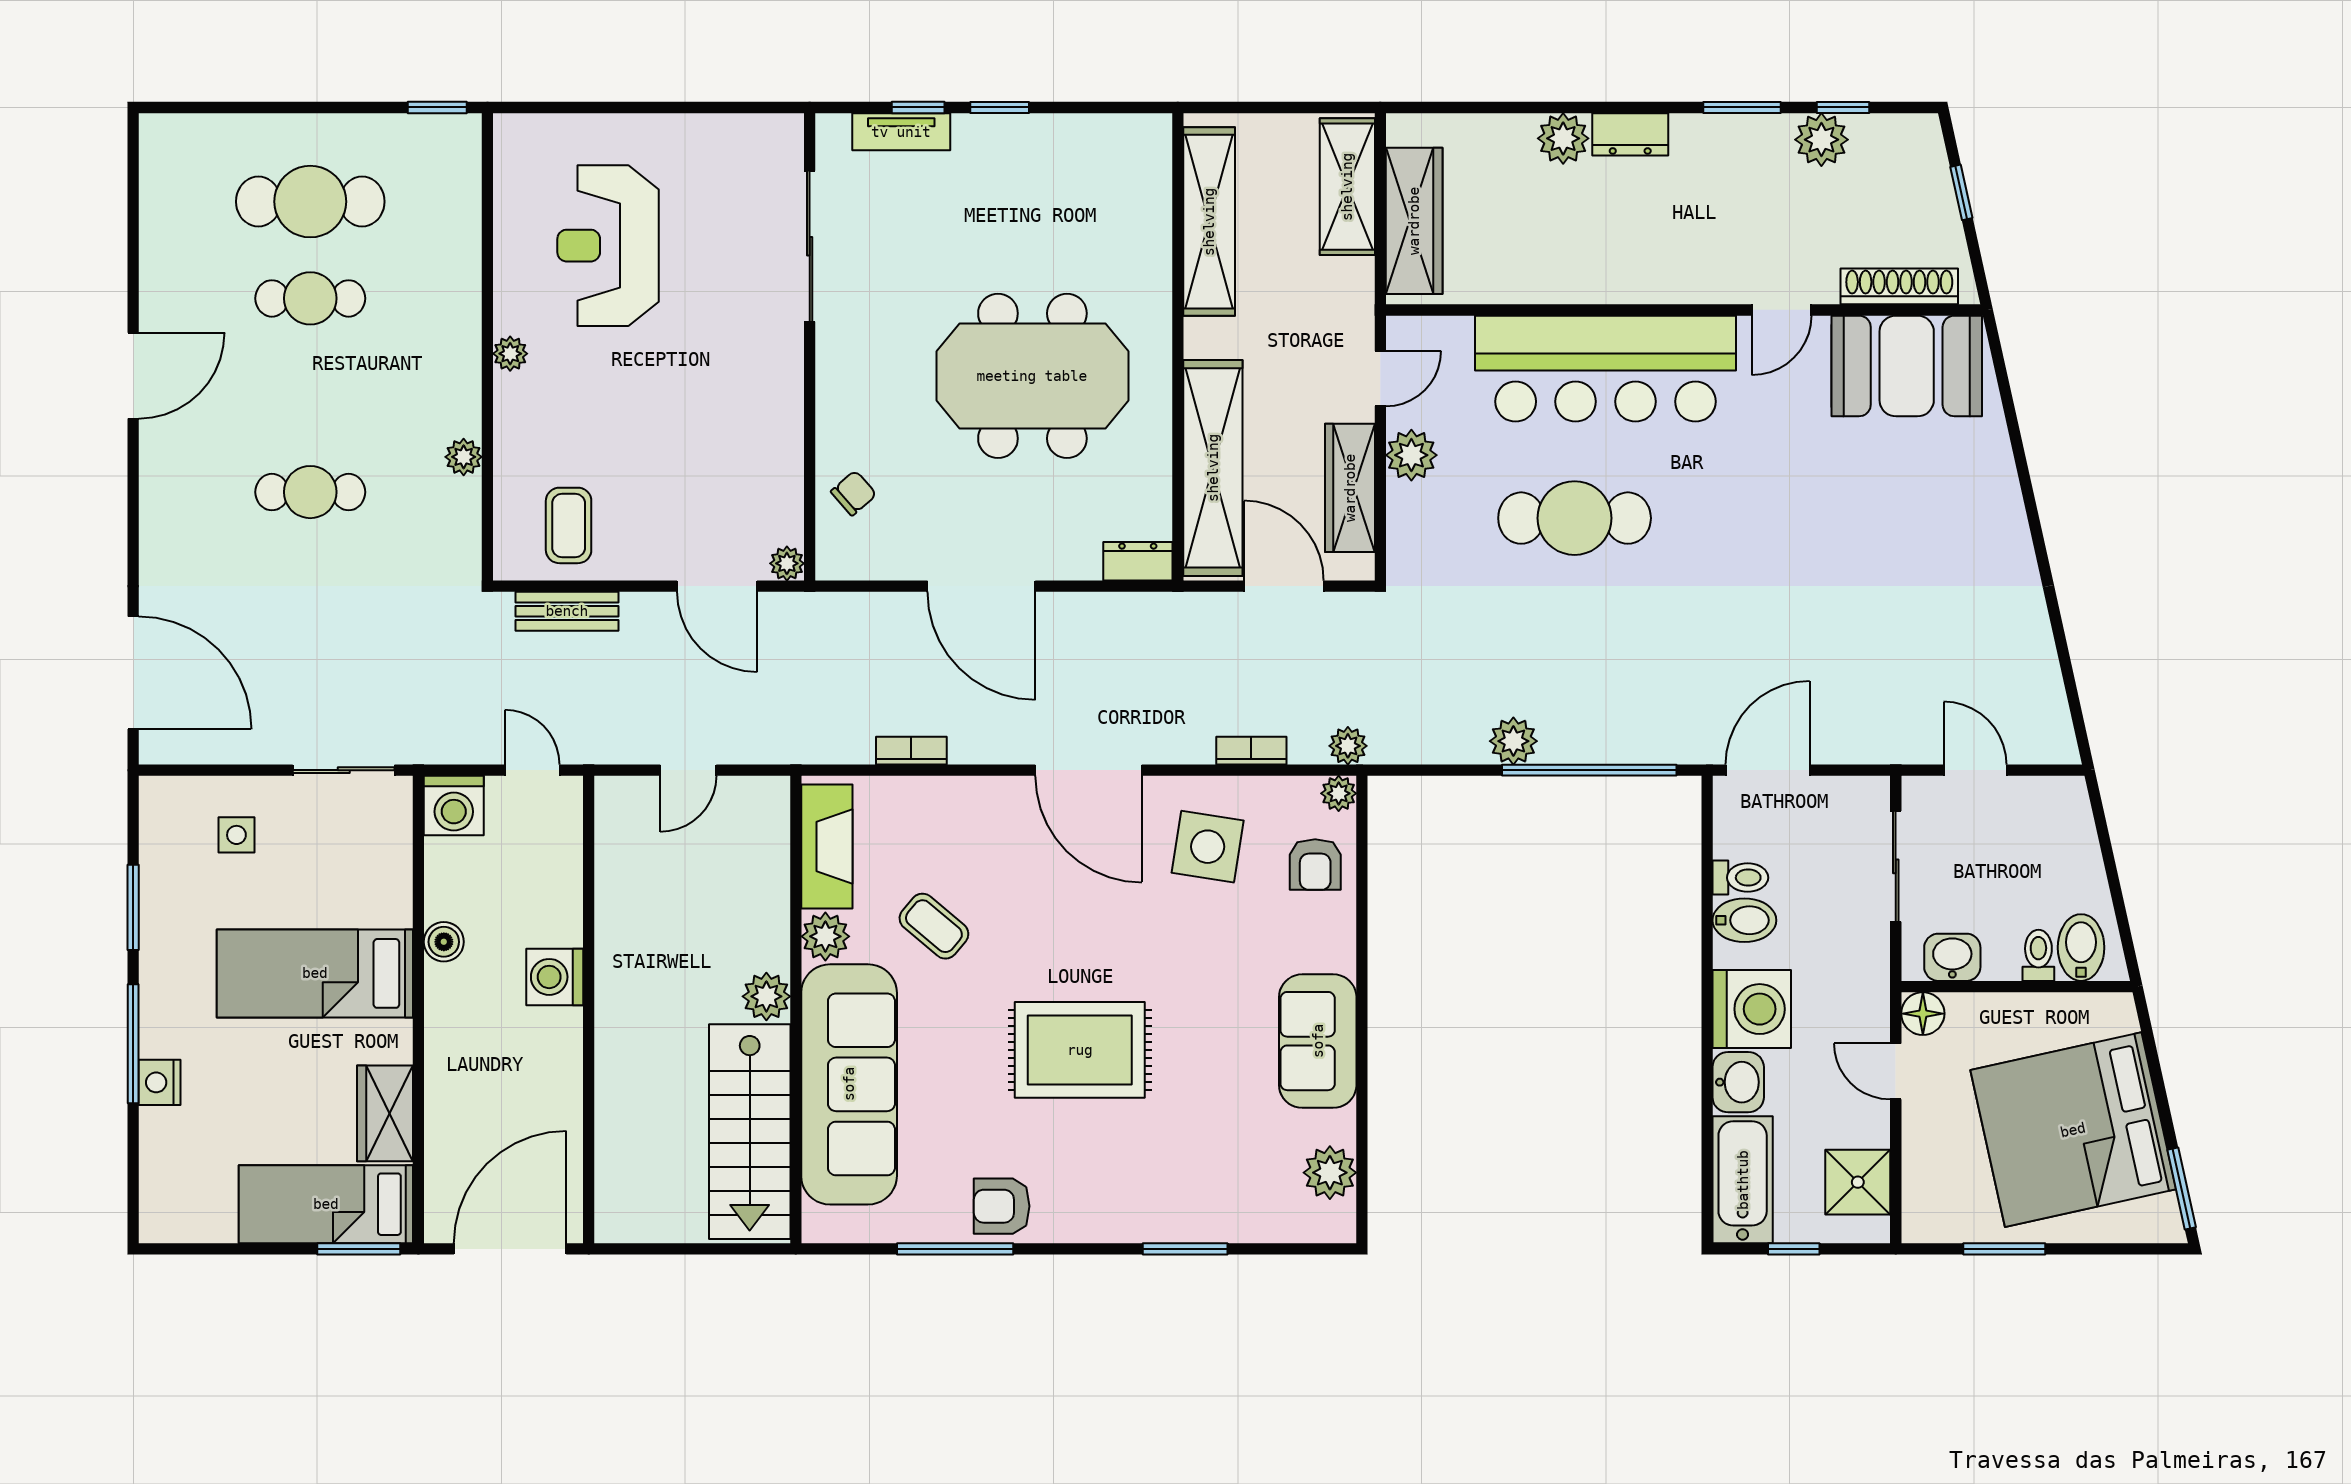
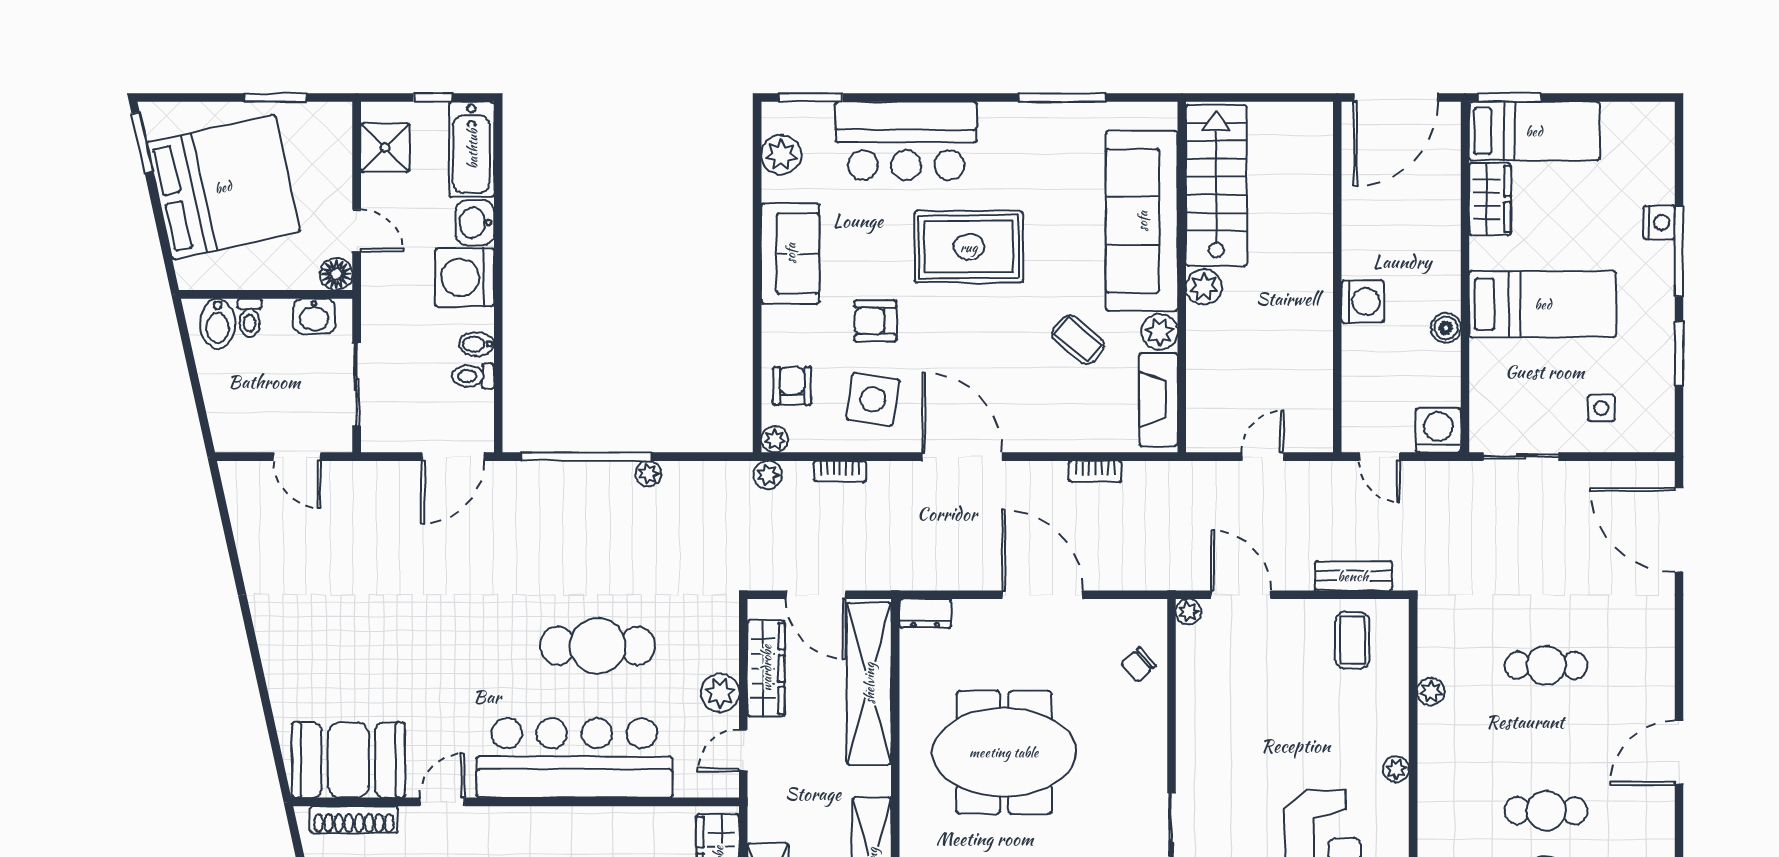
plant: (1513, 741) -> (648, 474), width x0.73, depth x0.73
bidet: (1744, 920) -> (476, 344), width x0.72, depth x0.74
bar counter: (1163, 1191) -> (906, 141), added
armchair: (1002, 1206) -> (875, 321), moved, turned 180
window: (1185, 1249) -> (811, 98), moved

